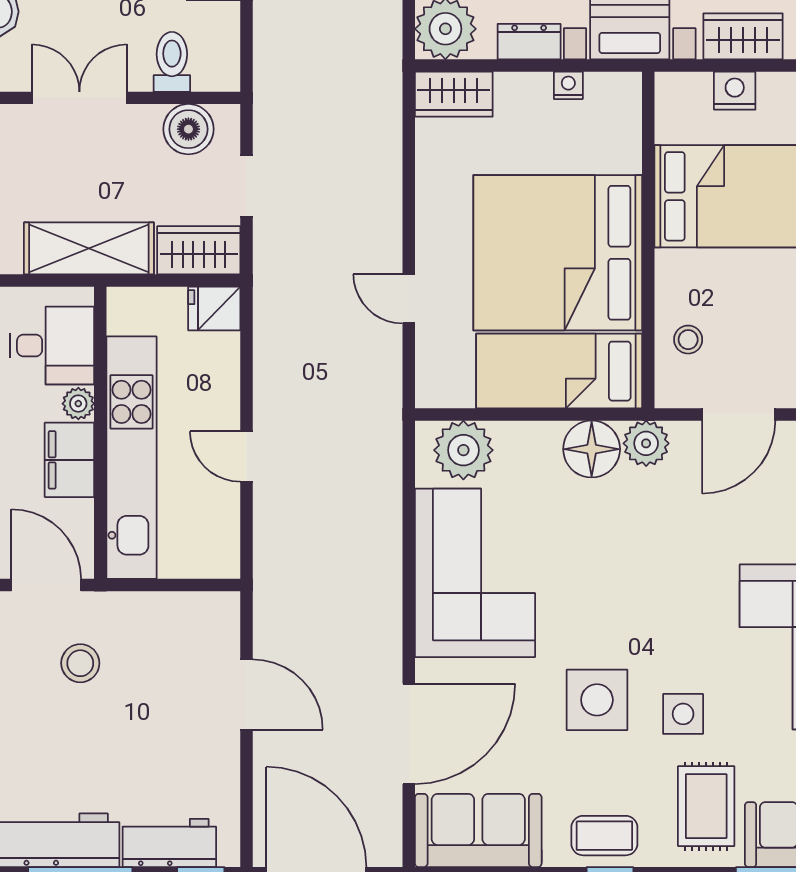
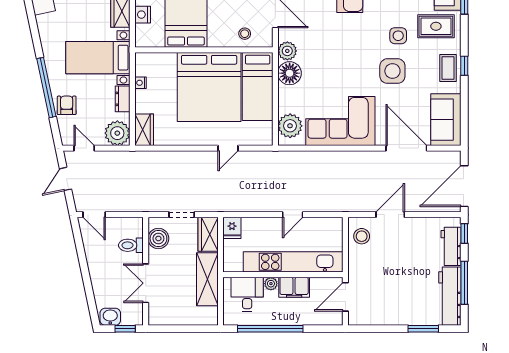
stool: (80, 663) -> (362, 236), moved

